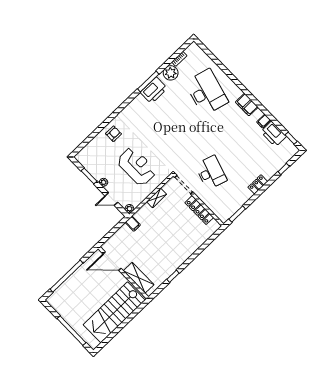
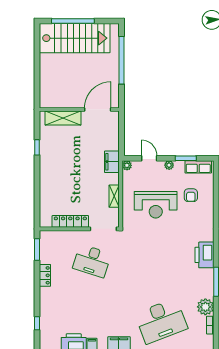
printer: (154, 90) -> (204, 255), moved
desk: (206, 92) -> (161, 321), turned -36
armchair: (113, 134) -> (191, 195), moved
row of seats: (87, 163) -> (198, 167), added
locker: (258, 184) -> (45, 275), moved
door: (111, 199) -> (149, 158), hinge flipped
filing cabinet: (133, 224) -> (112, 162), width x2.00
stairs: (114, 312) -> (75, 38), moved, turned 90

